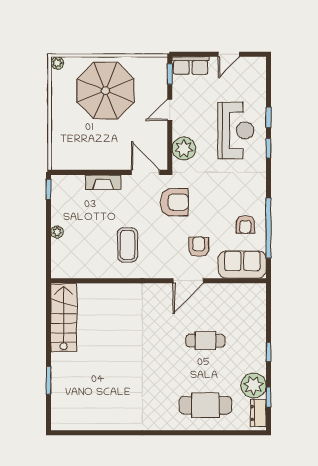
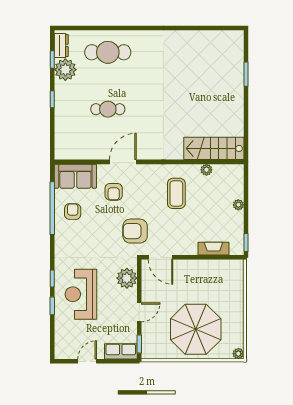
fireplace: (103, 182) -> (213, 249), moved
plant: (93, 272) -> (206, 170), added
stairs: (64, 318) -> (214, 148), moved, turned 90

